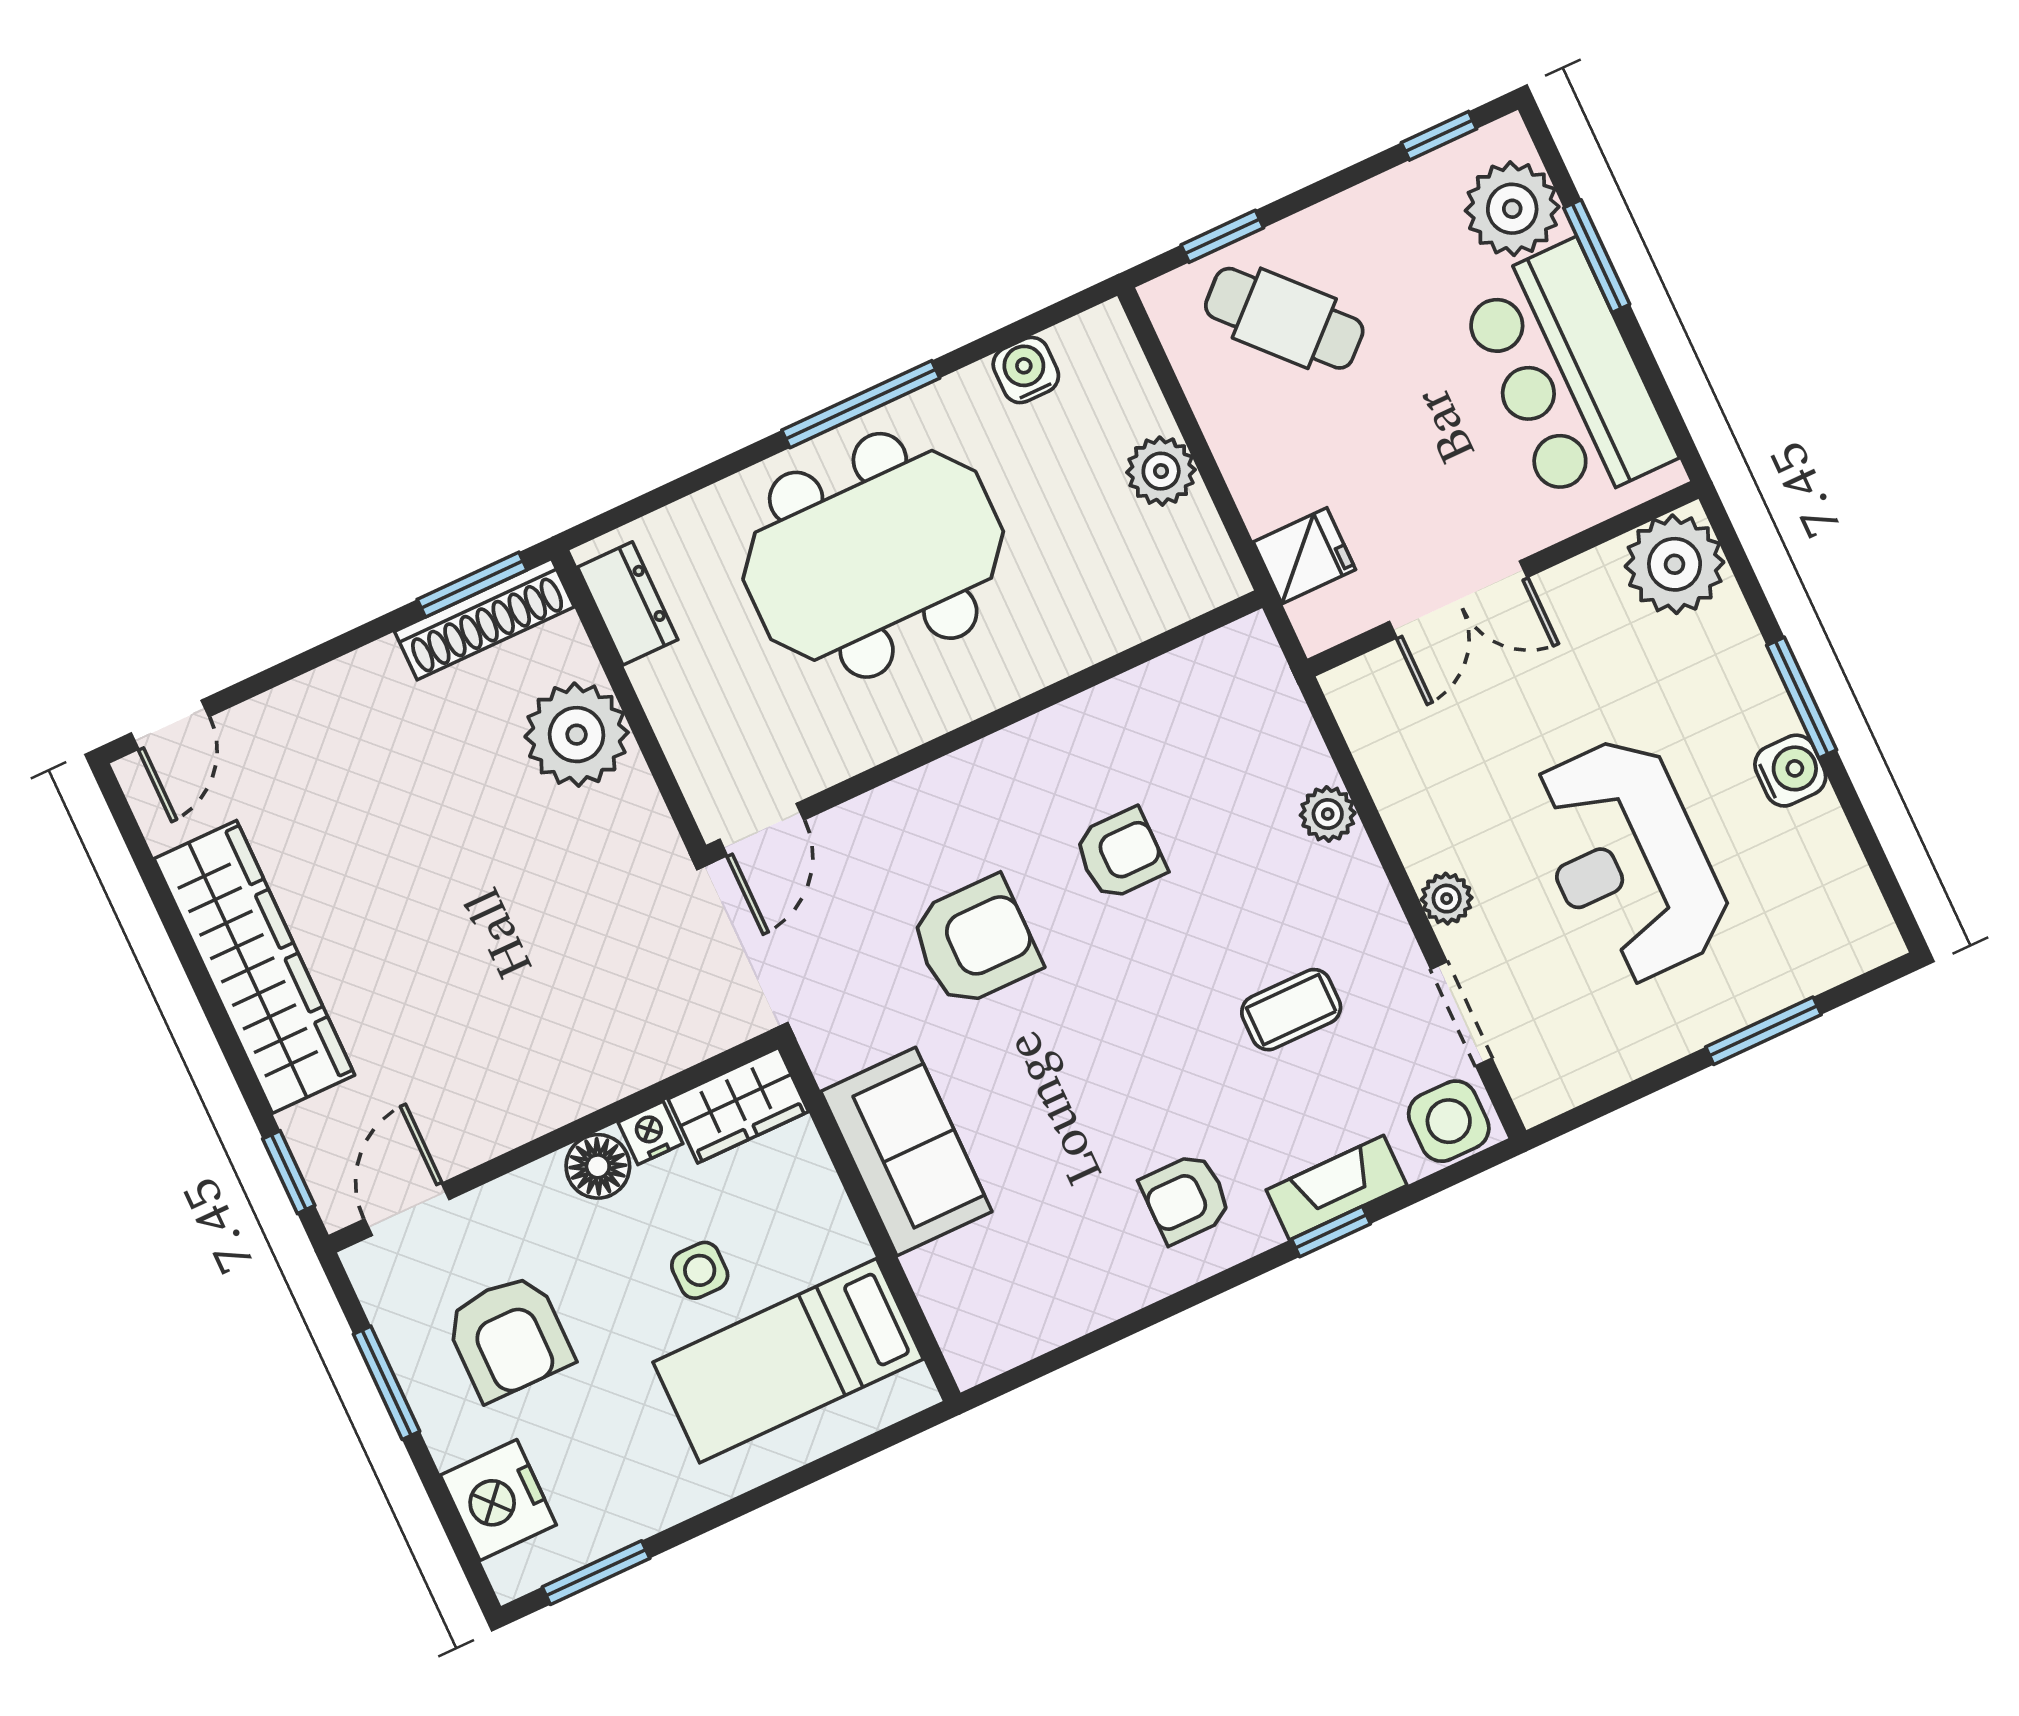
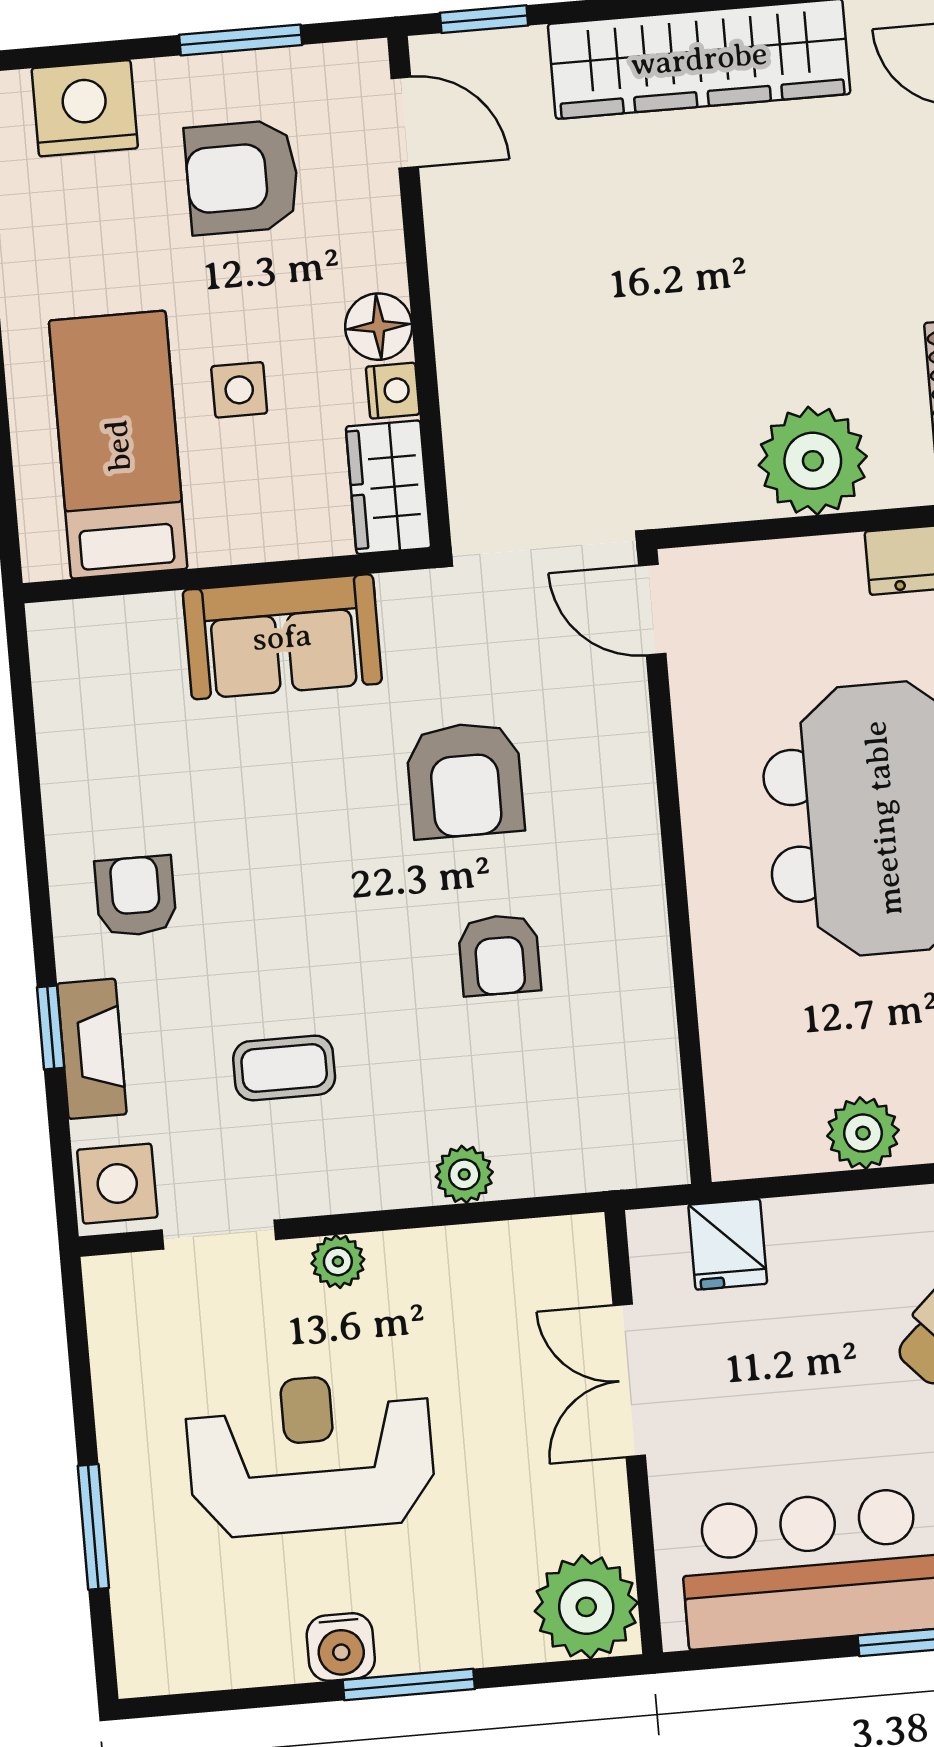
coffee table: (1291, 1010) -> (284, 1068), turned 90

